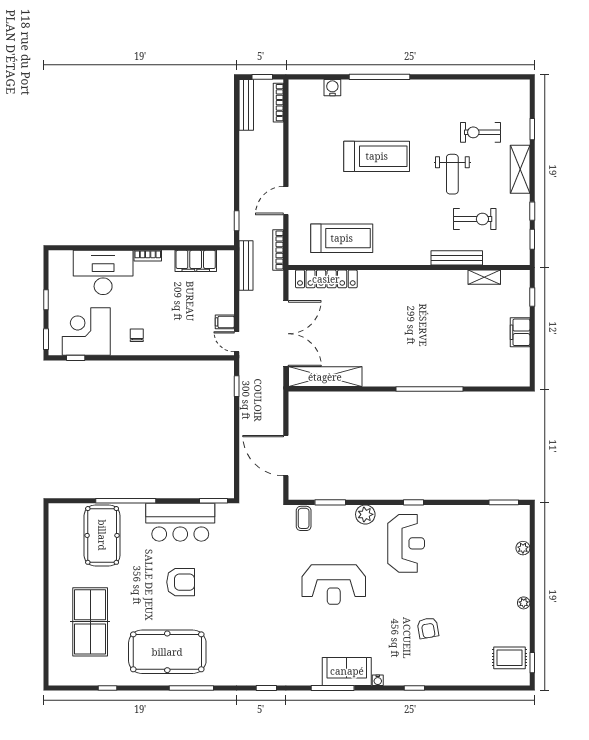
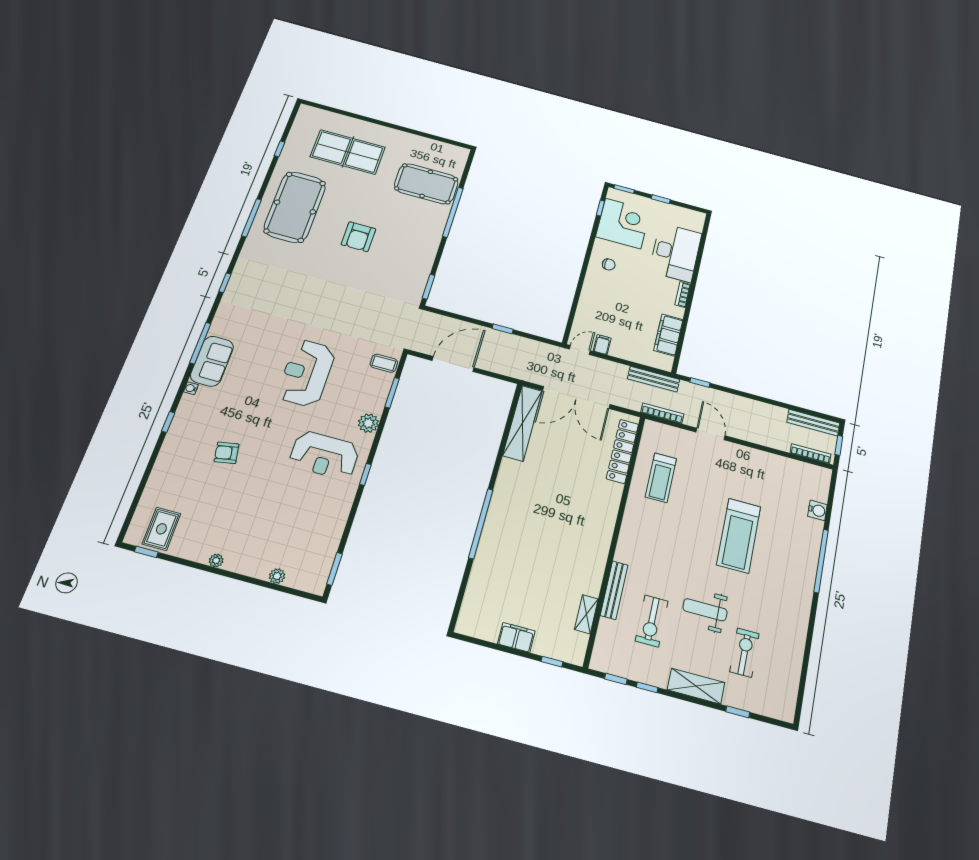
treadmill: (342, 238) -> (661, 478), width x0.73, depth x0.73
window: (237, 386) -> (503, 329), moved
bar counter: (180, 522) -> (417, 252), removed

